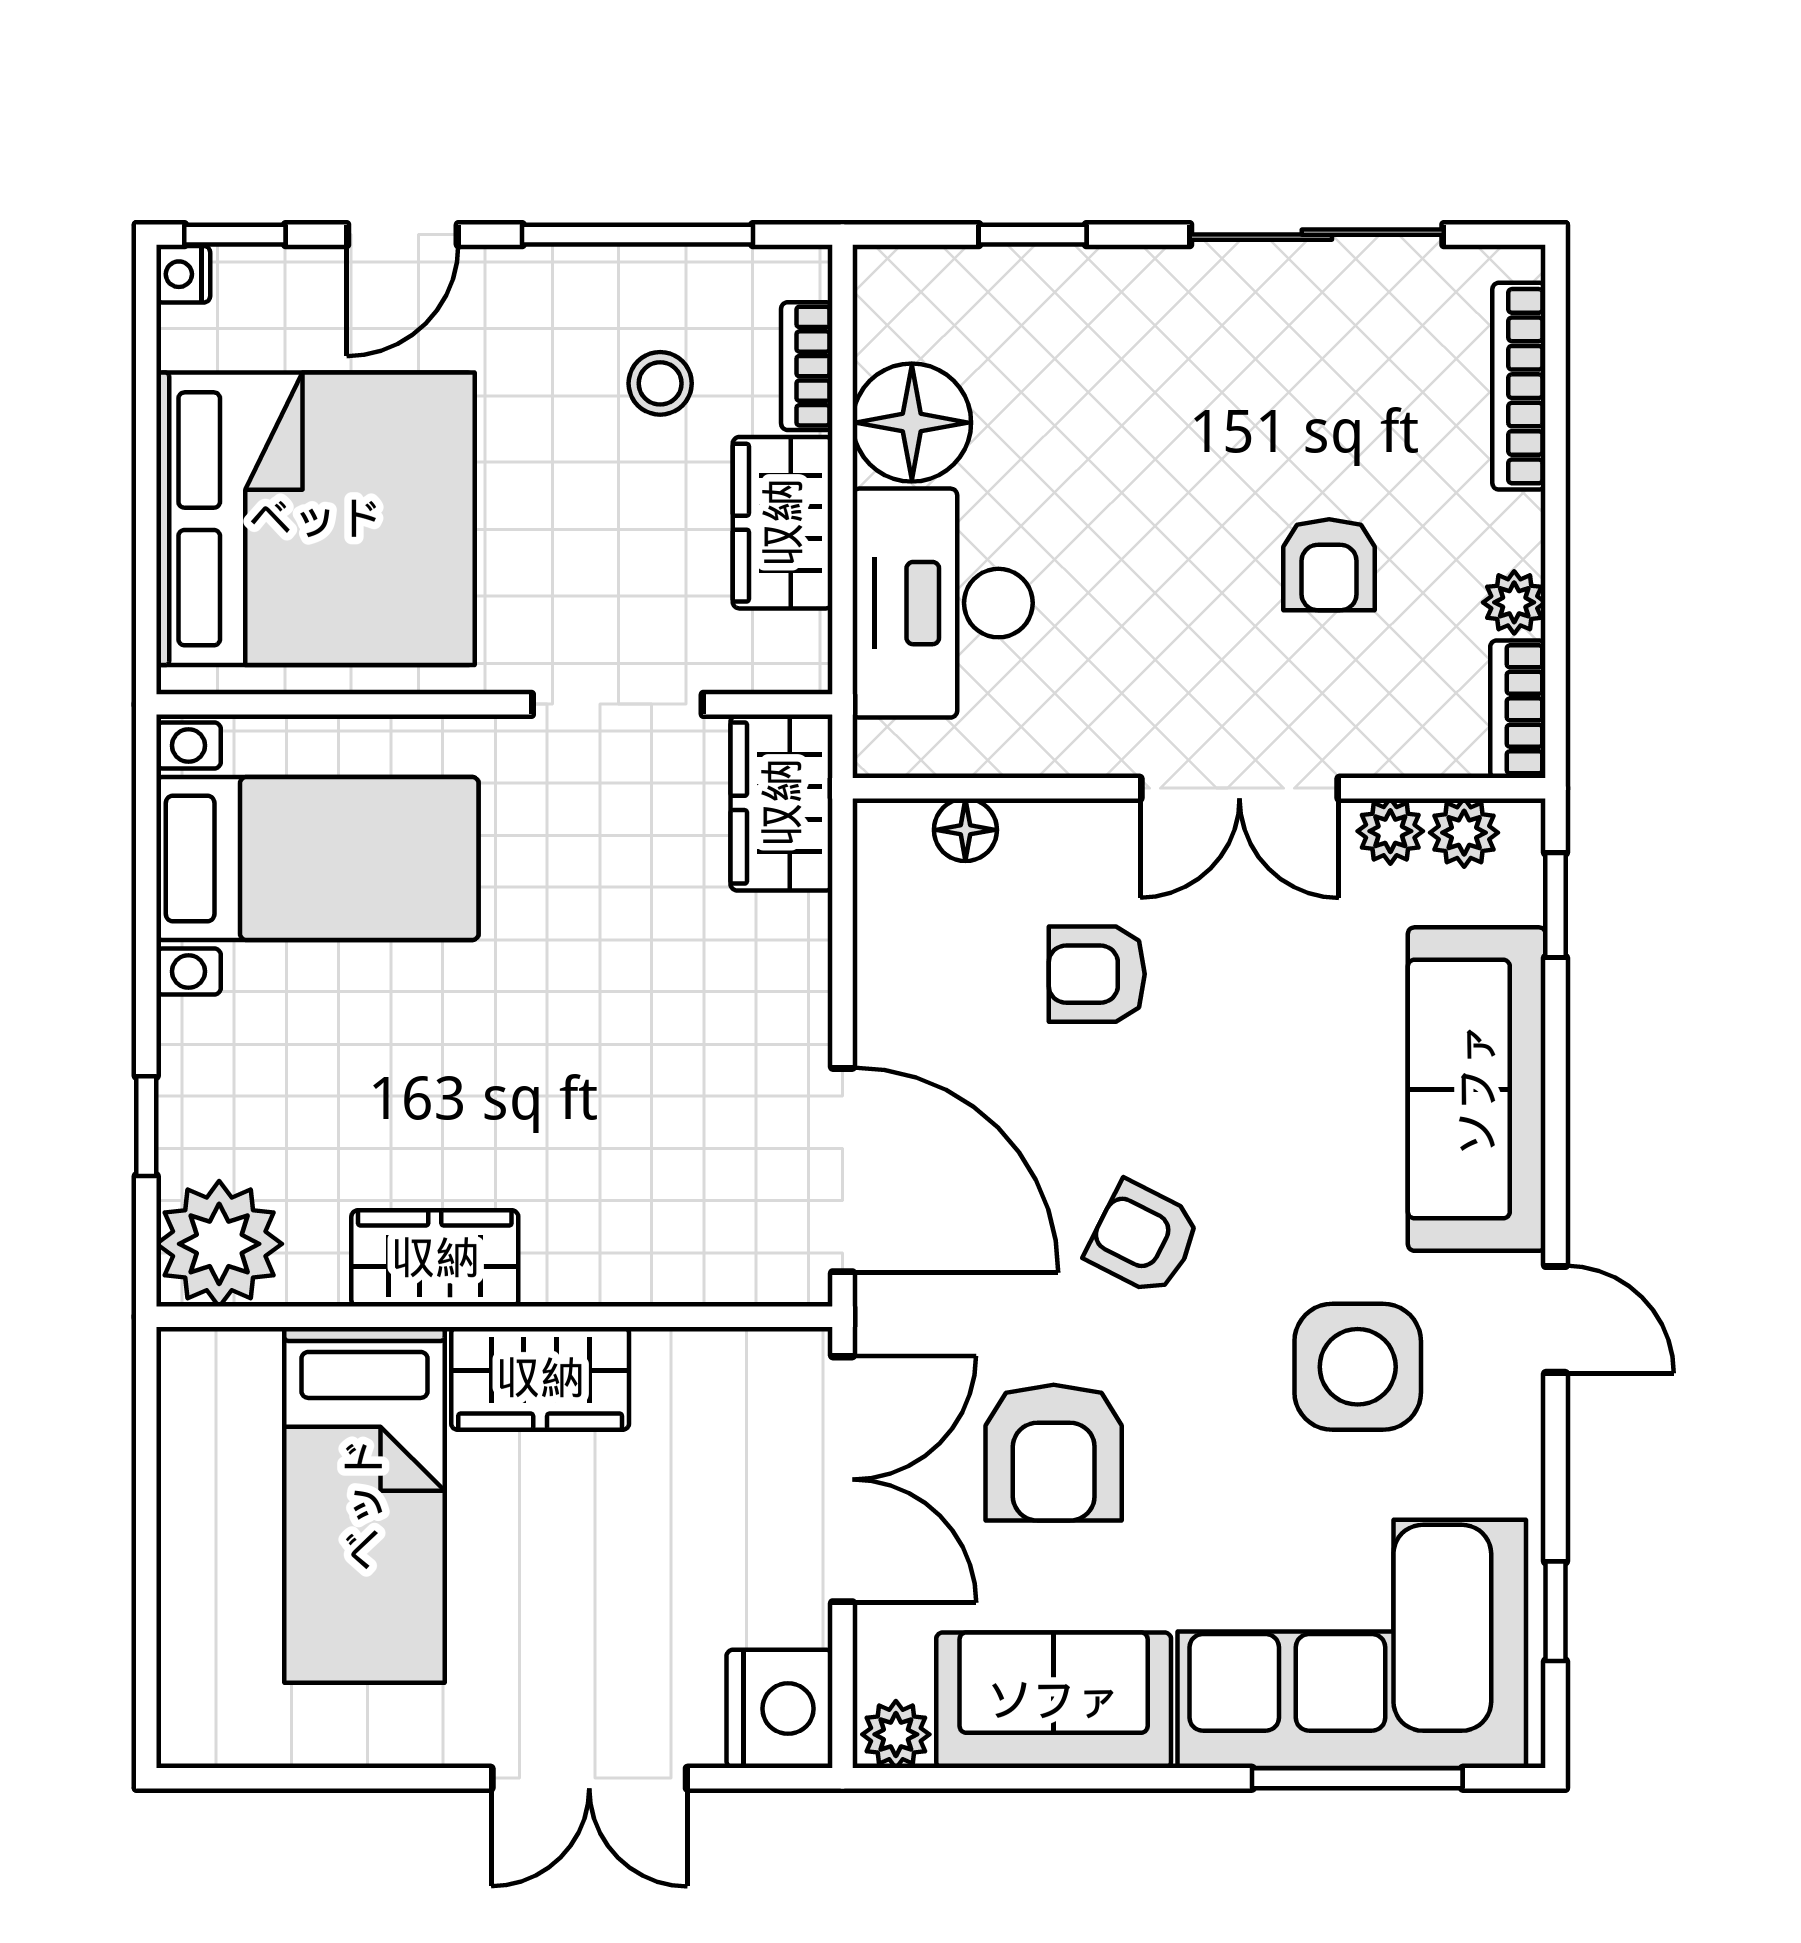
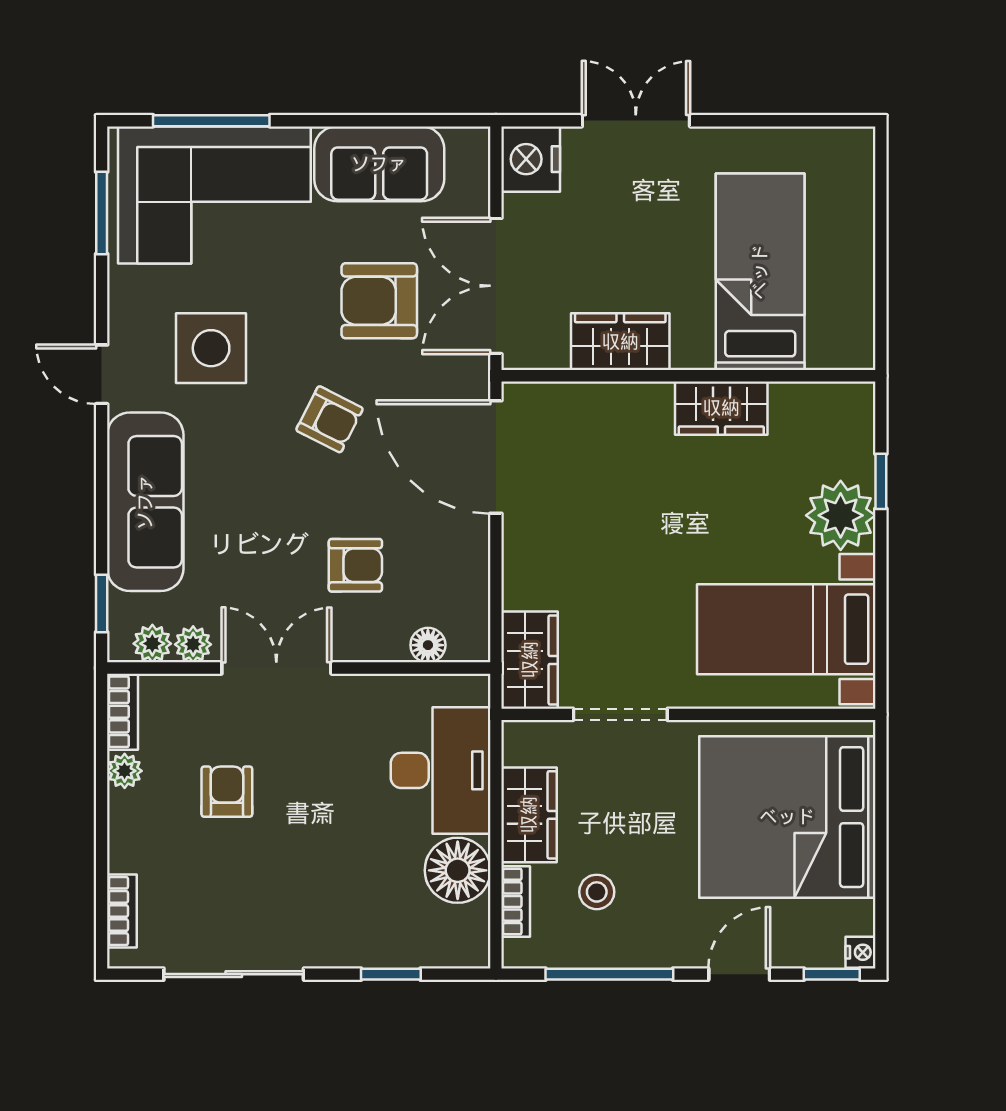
bookcase: (1519, 386) -> (122, 911), width x0.64
plant: (219, 1244) -> (841, 515), moved
wardrobe: (540, 1378) -> (620, 342), moved
armchair: (1054, 1453) -> (379, 301), turned -90
window: (1556, 1611) -> (102, 213), width x1.50
plant: (896, 1734) -> (466, 145), removed

